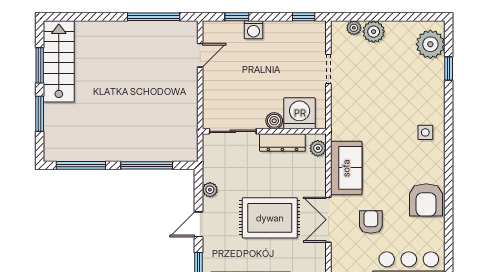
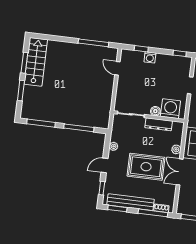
door: (200, 55) -> (117, 68), swing flipped
plant: (318, 148) -> (176, 149), moved

